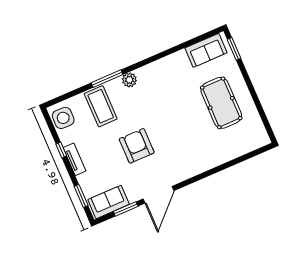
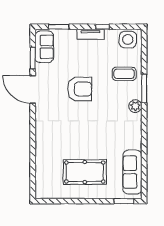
sofa: (206, 50) -> (132, 172), width x1.36
coffee table: (101, 106) -> (124, 74), width x0.73, depth x0.76

